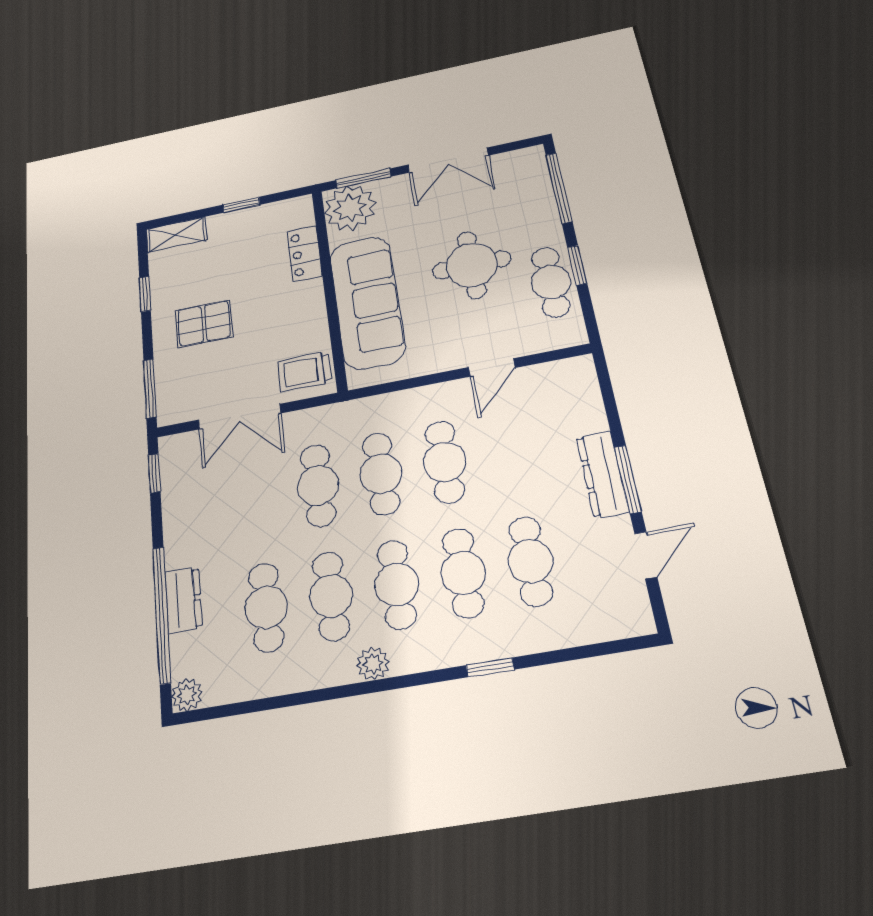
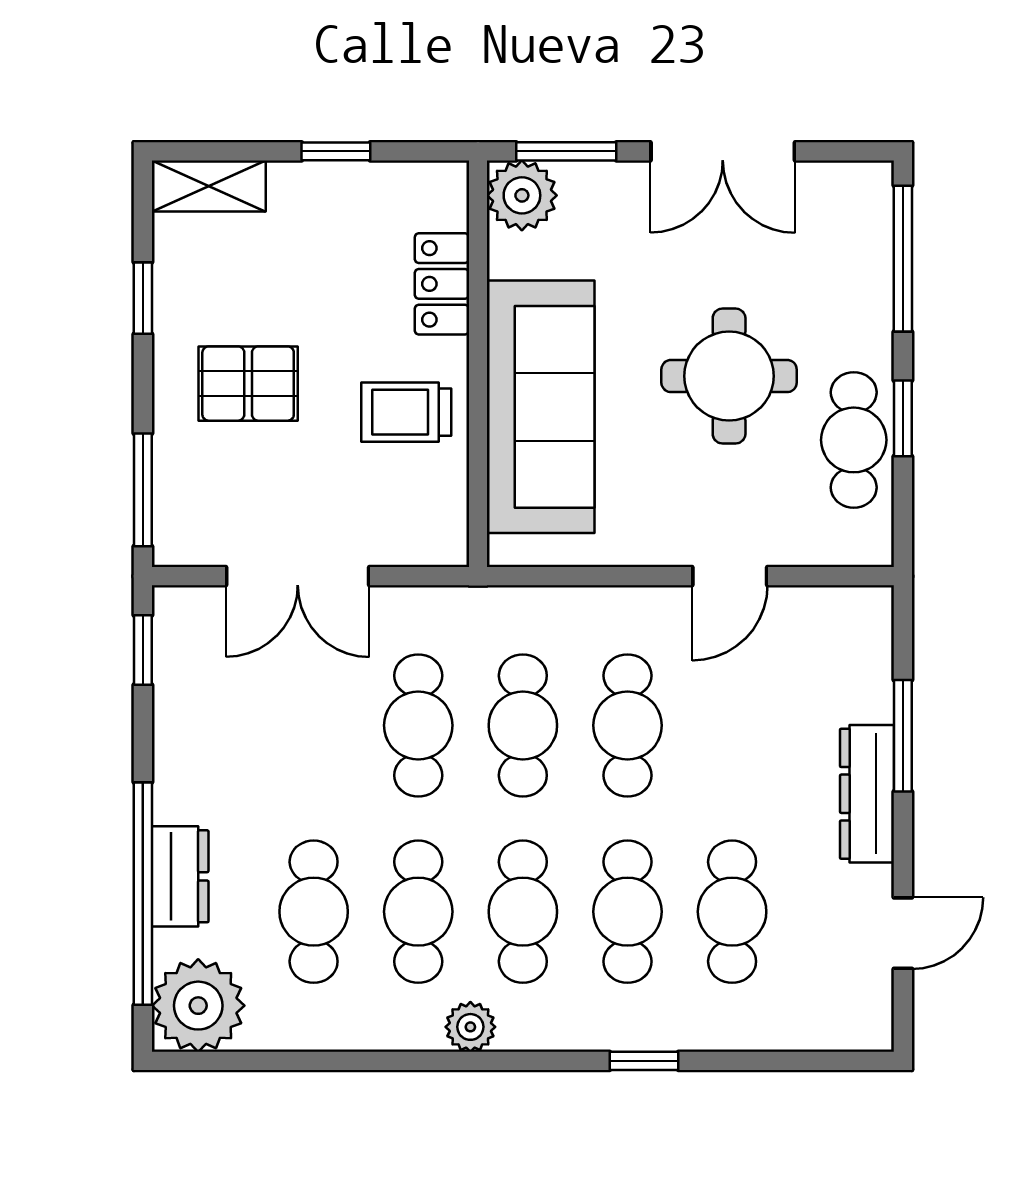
plant: (350, 208) -> (522, 195), width x0.73, depth x0.73
trolley: (305, 372) -> (406, 412), moved
window: (628, 479) -> (903, 736), moved
plant: (187, 695) -> (198, 1006), width x1.88, depth x1.88

